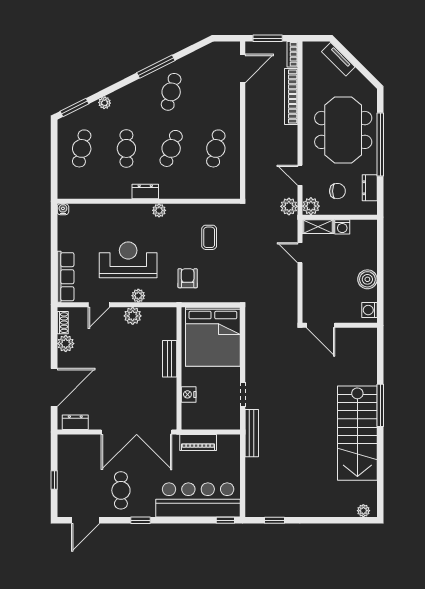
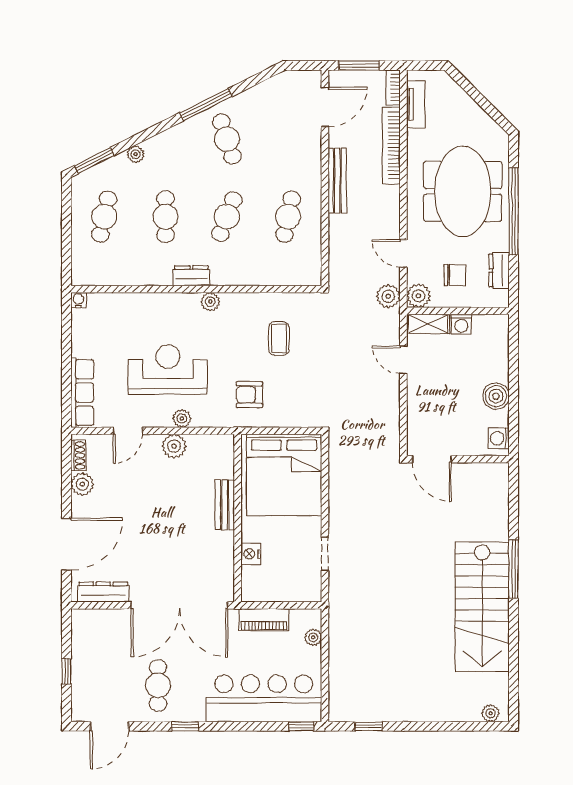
tv unit: (338, 59) -> (416, 104), moved, turned -135
cafe table: (171, 92) -> (227, 139), turned -33
armchair: (188, 278) -> (249, 395), turned -90
dresser: (75, 422) -> (103, 592), width x1.44
bench: (252, 433) -> (337, 181), moved
plant: (234, 455) -> (313, 637), added

